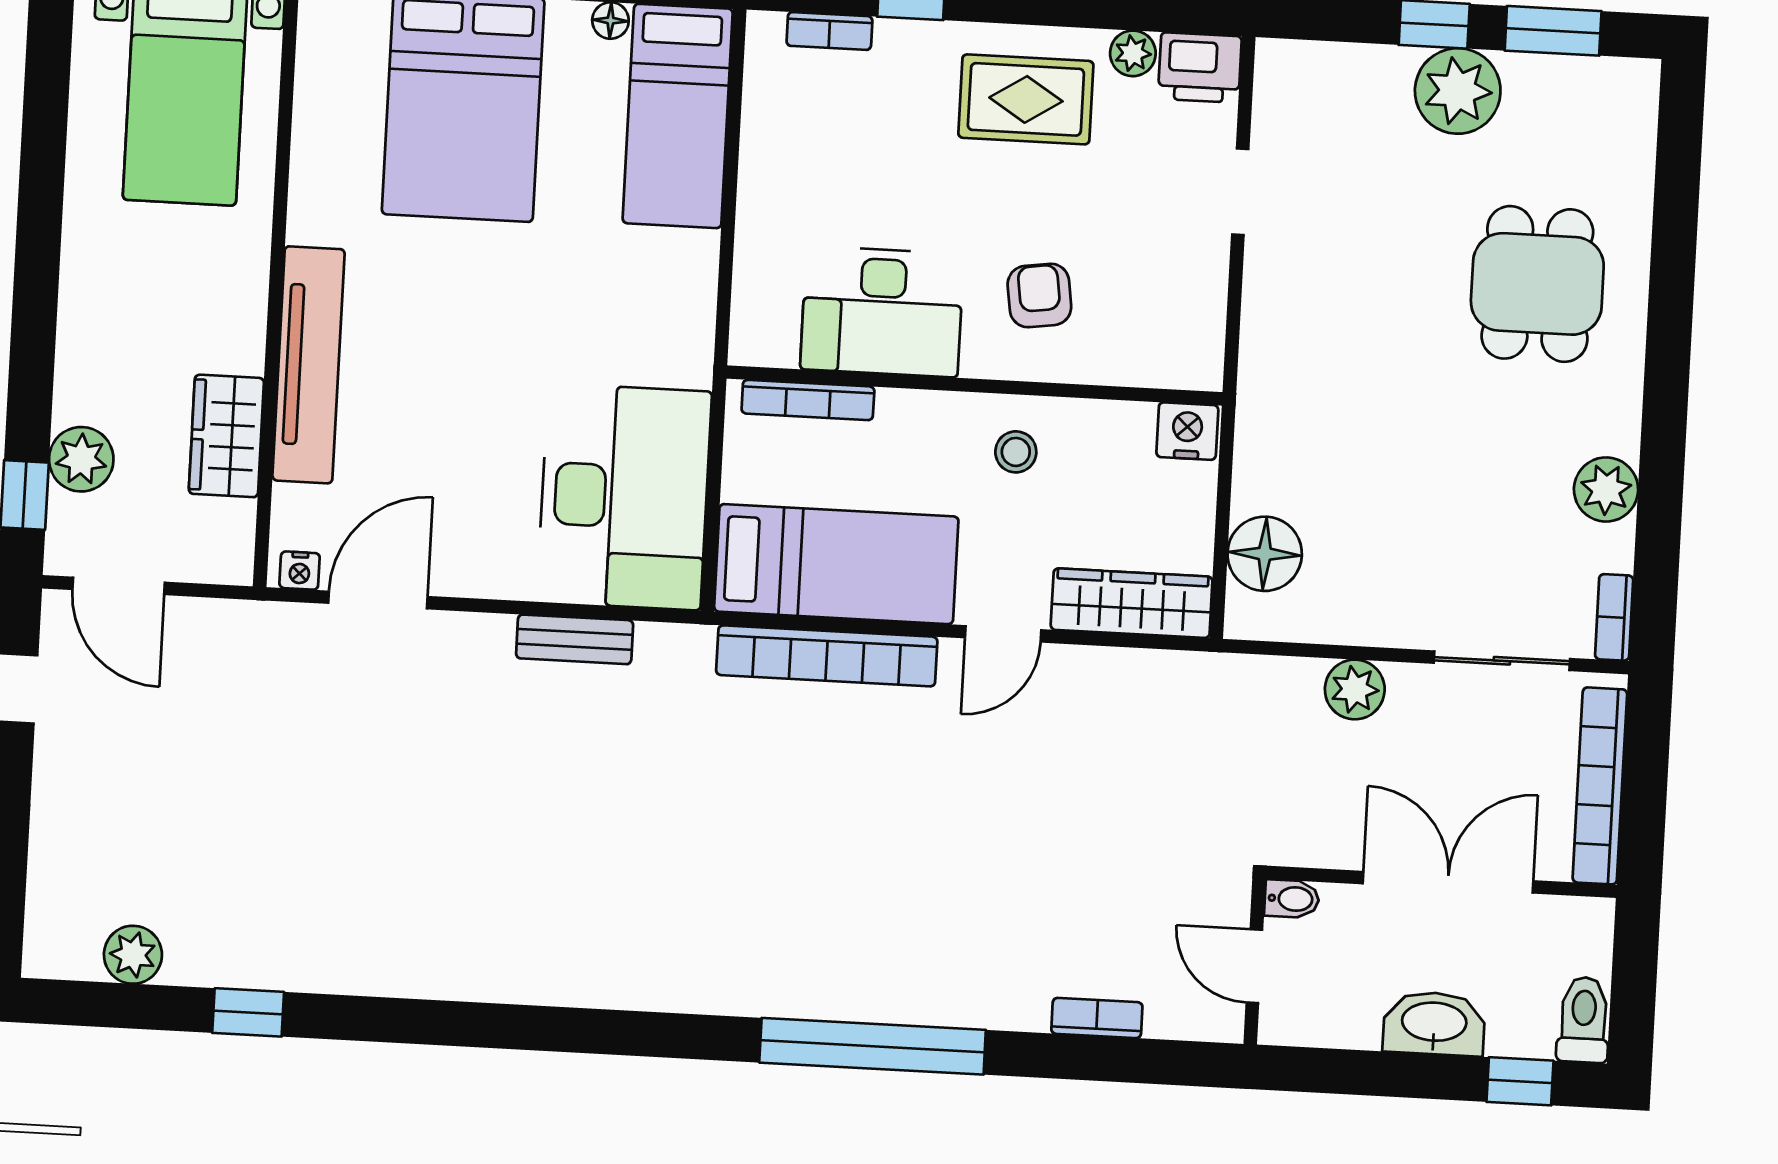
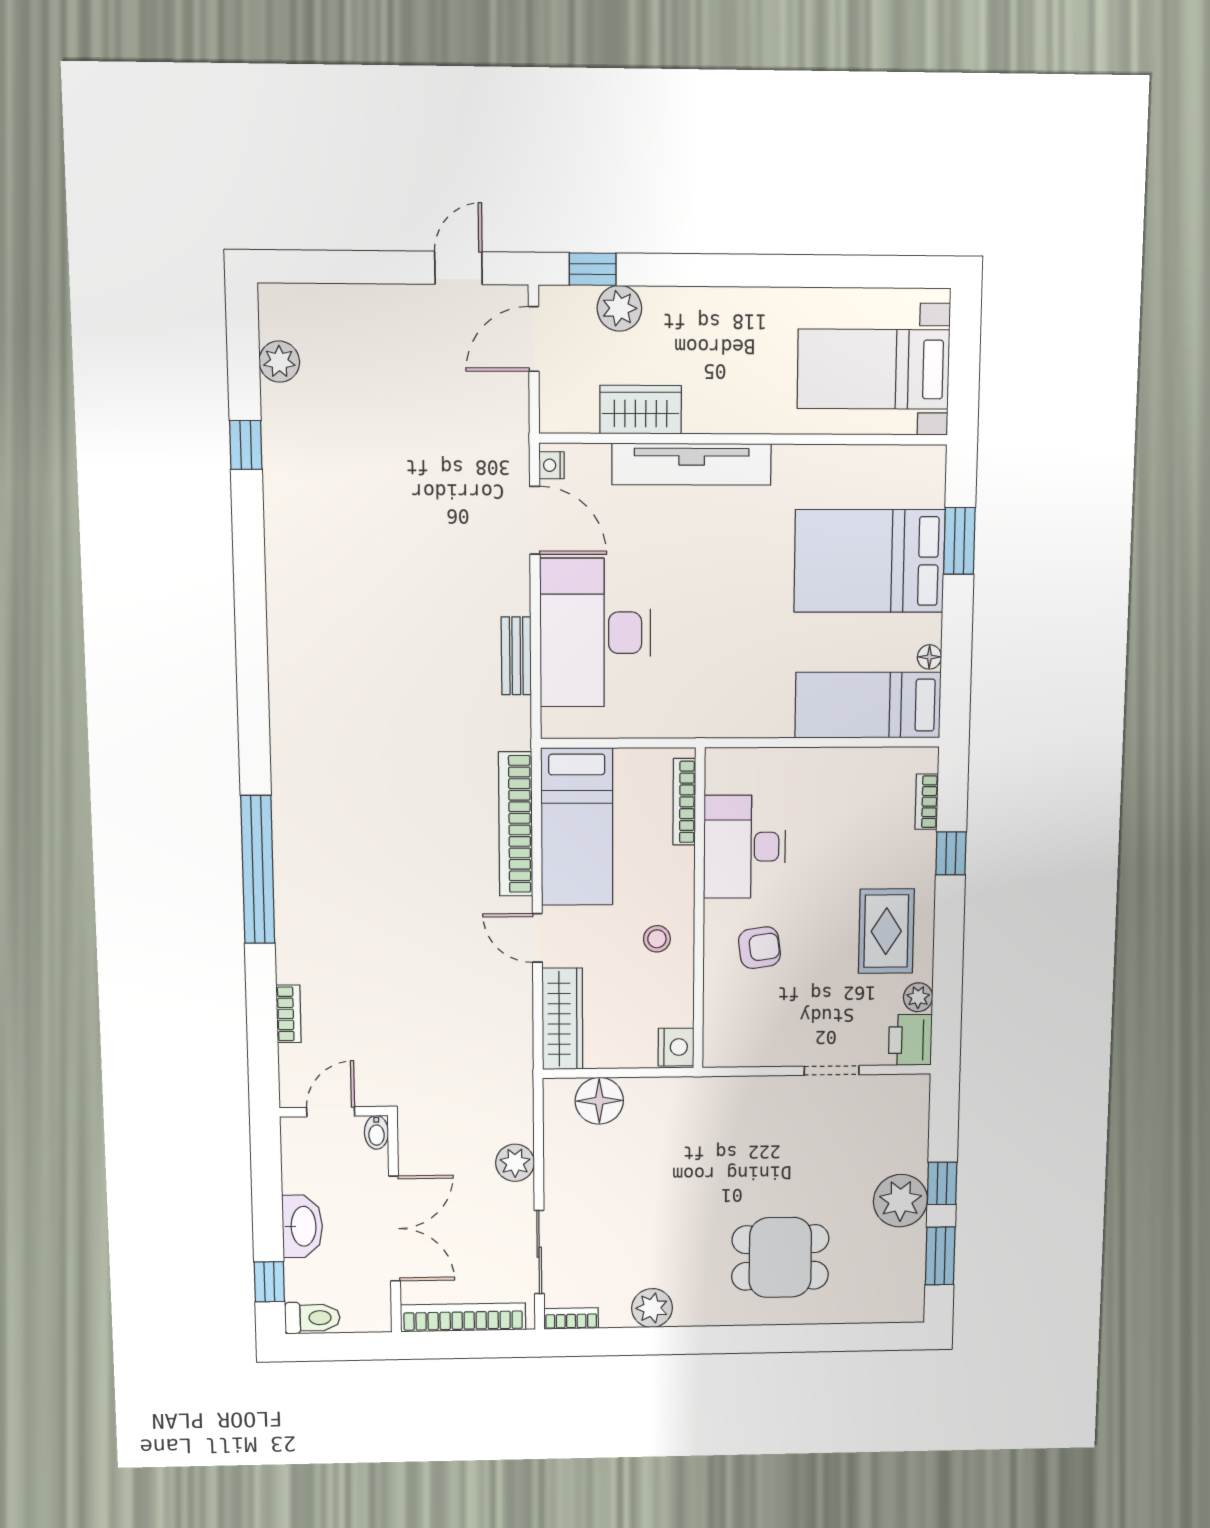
desk: (624, 497) -> (595, 633), moved, turned 90

